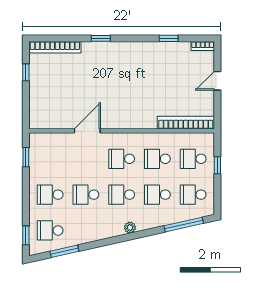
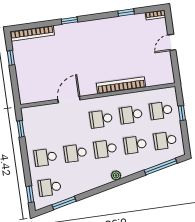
bookcase: (186, 123) -> (121, 85), moved

